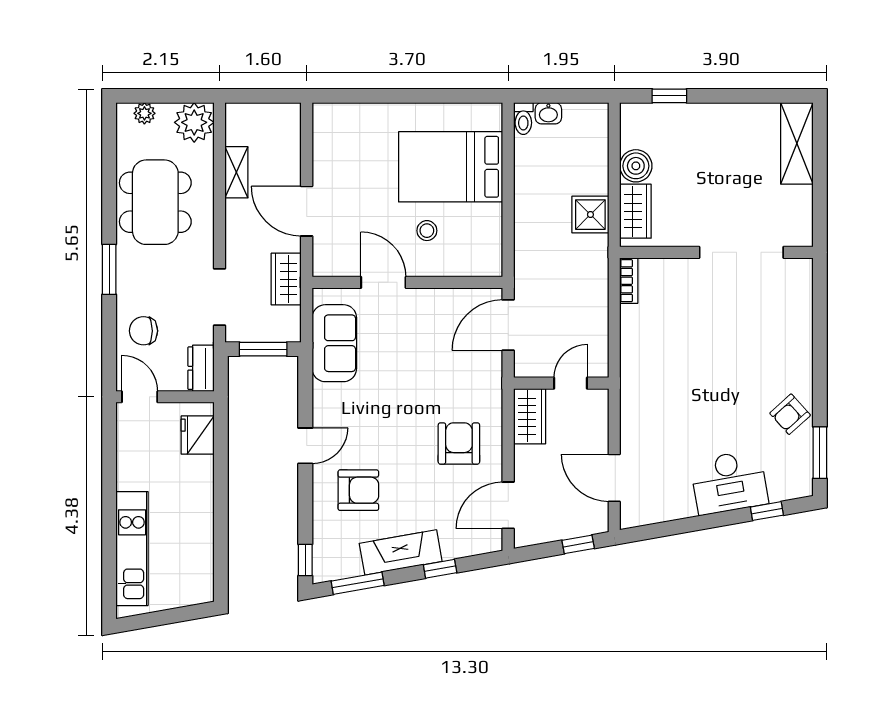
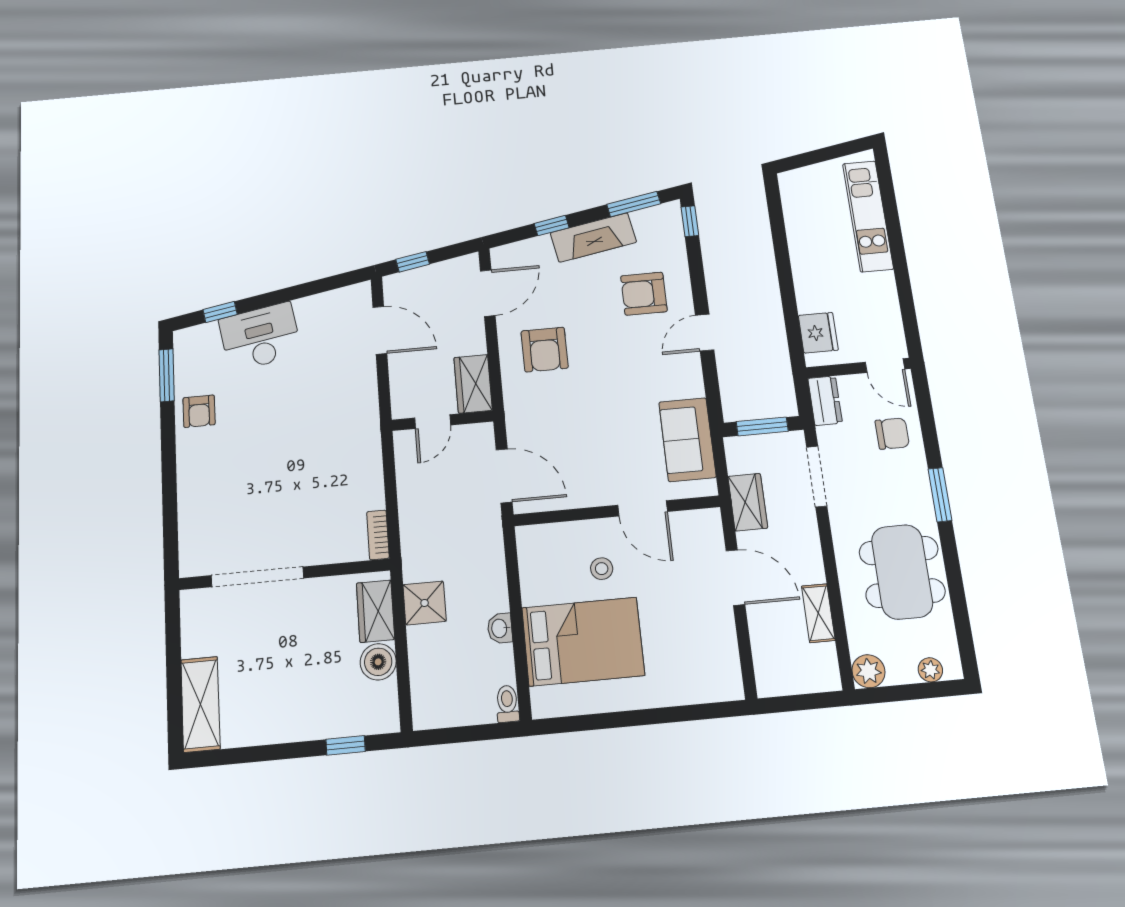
washbasin: (548, 113) -> (500, 628), moved, turned -90
plant: (194, 122) -> (868, 671), width x0.73, depth x0.73
door: (508, 325) -> (504, 476), hinge flipped
armchair: (790, 414) -> (199, 411), turned 132

